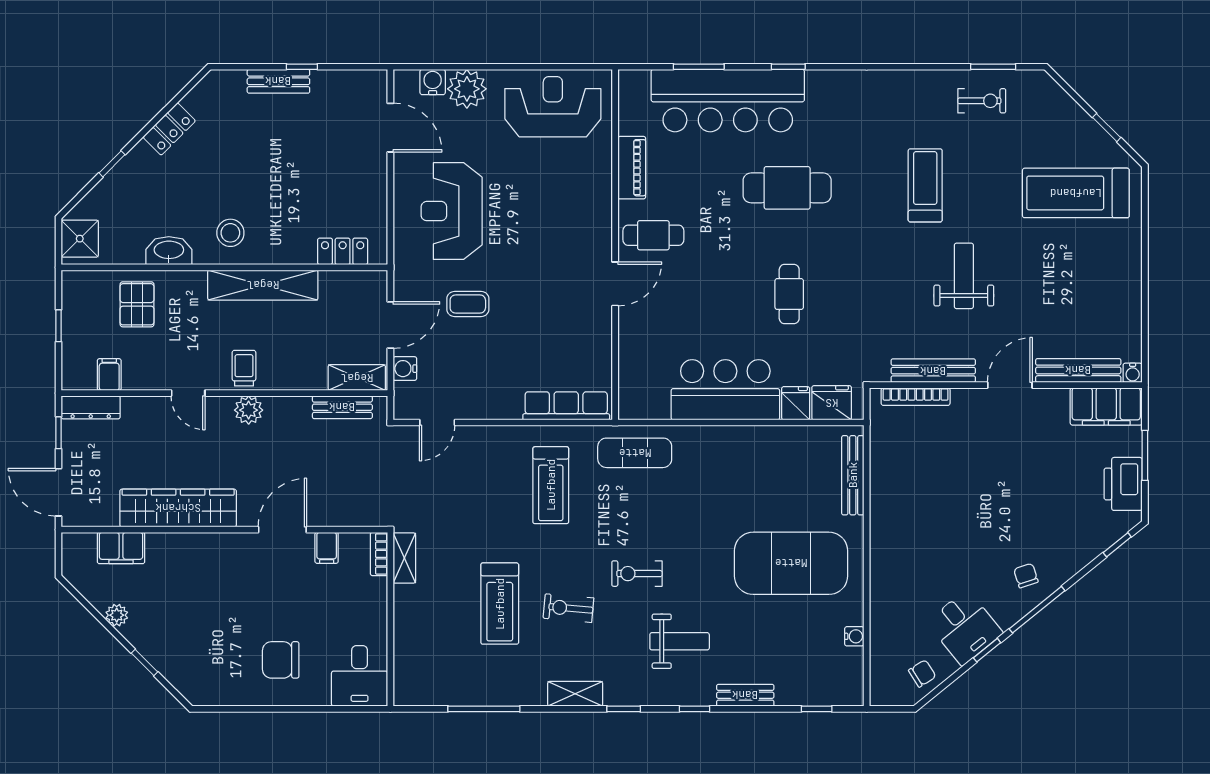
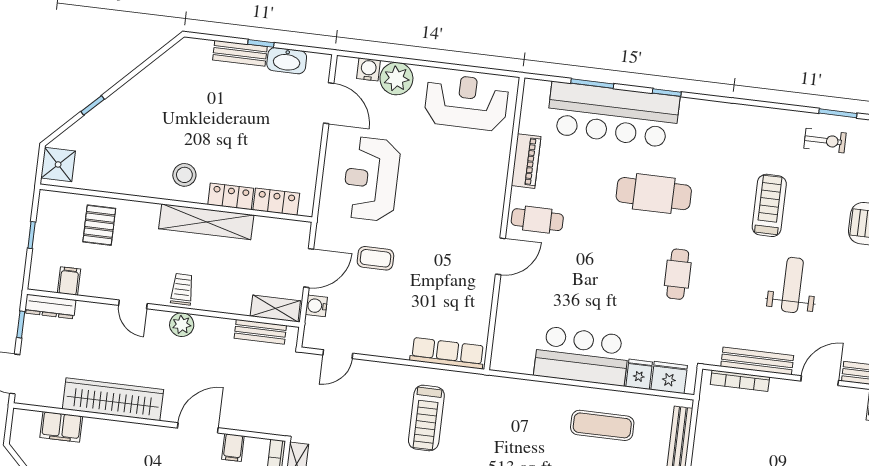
locker: (169, 129) -> (231, 196), moved, turned -135
washbasin: (169, 251) -> (287, 61), moved, turned 180
cafe table: (789, 294) -> (678, 274), moved
exercise mat: (635, 453) -> (602, 425), moved

